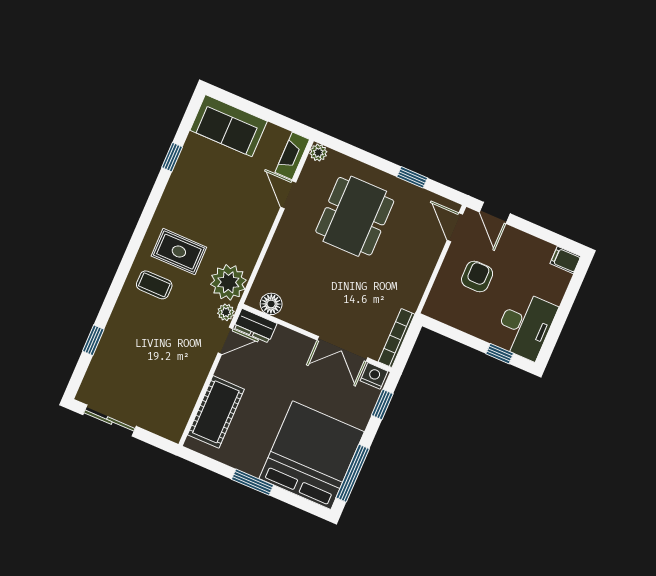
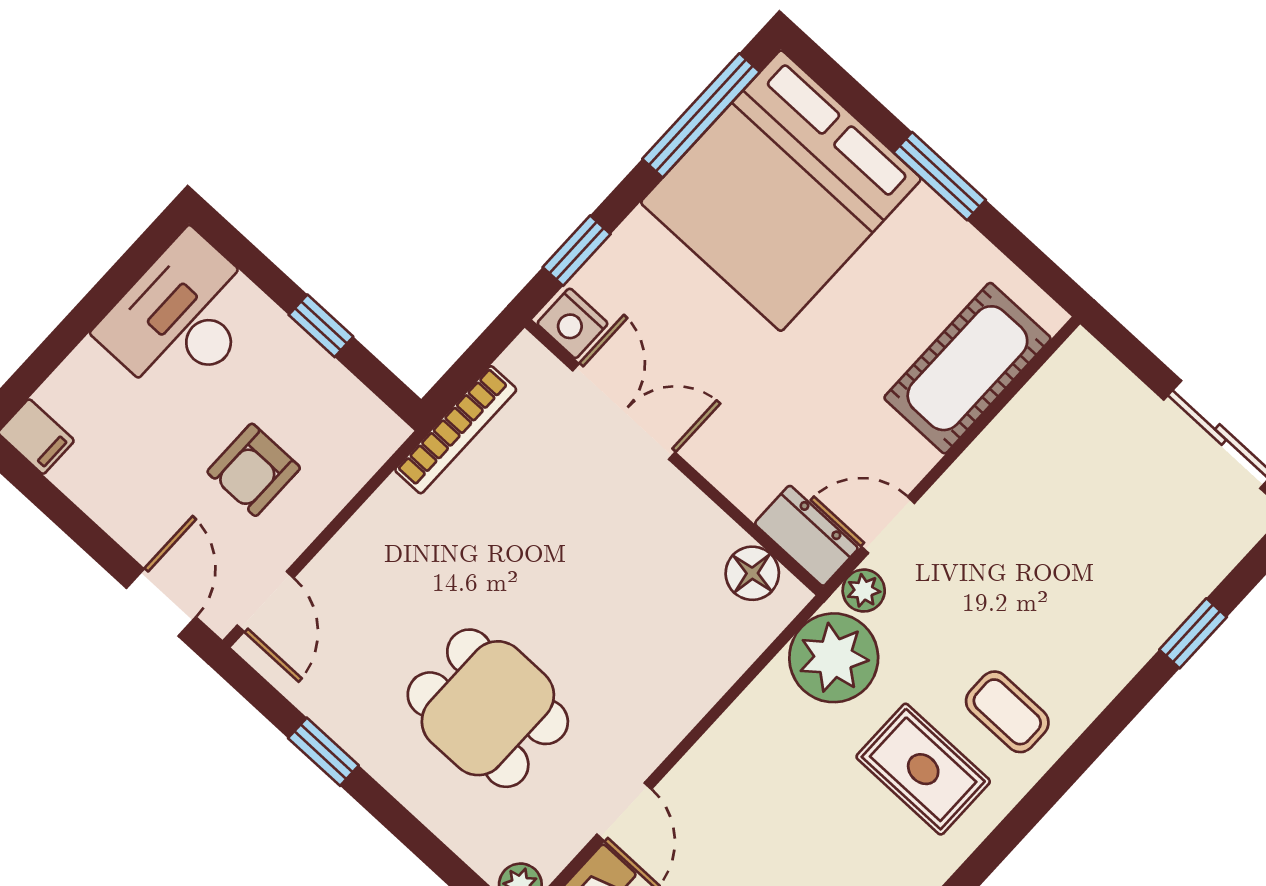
dining table: (355, 216) -> (488, 708), width x0.73
bookcase: (397, 338) -> (456, 430), moved
window: (500, 354) -> (321, 326), moved

